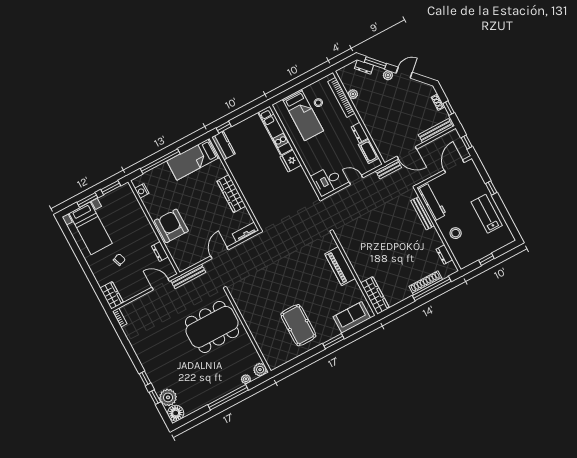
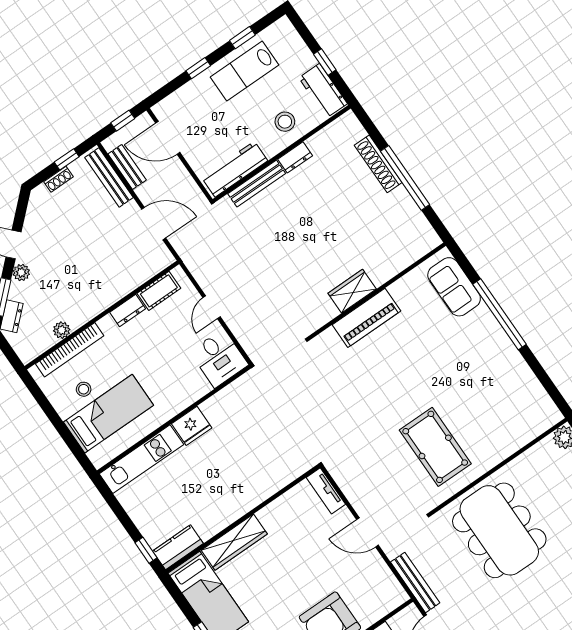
door: (407, 153) -> (154, 224), hinge flipped
bench: (389, 169) -> (127, 167), moved
wardrobe: (231, 194) -> (234, 542), moved
window: (505, 215) -> (242, 38), added
dresser: (444, 254) -> (295, 157), moved
workbench: (470, 257) -> (323, 91), added
window: (432, 289) -> (405, 178), moved
wardrobe: (375, 295) -> (352, 291), moved, width x0.67
pool table: (298, 325) -> (435, 447), moved, turned 90
window: (333, 341) -> (499, 314), width x2.11

